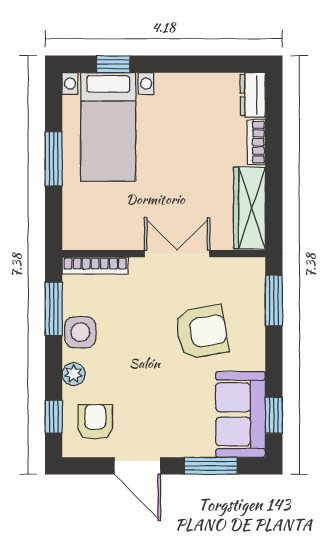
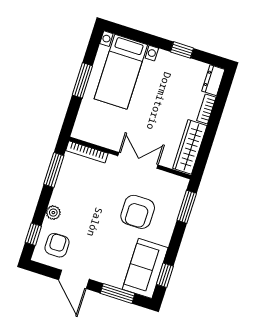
window: (113, 64) -> (182, 50), moved
side table: (80, 332) -> (65, 189), removed
armchair: (202, 332) -> (138, 212), turned 100

